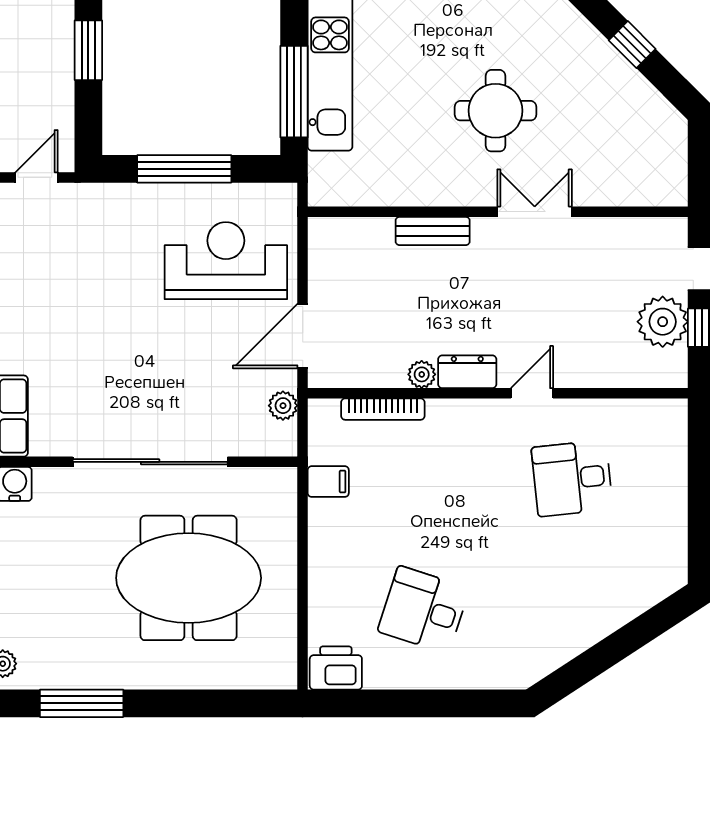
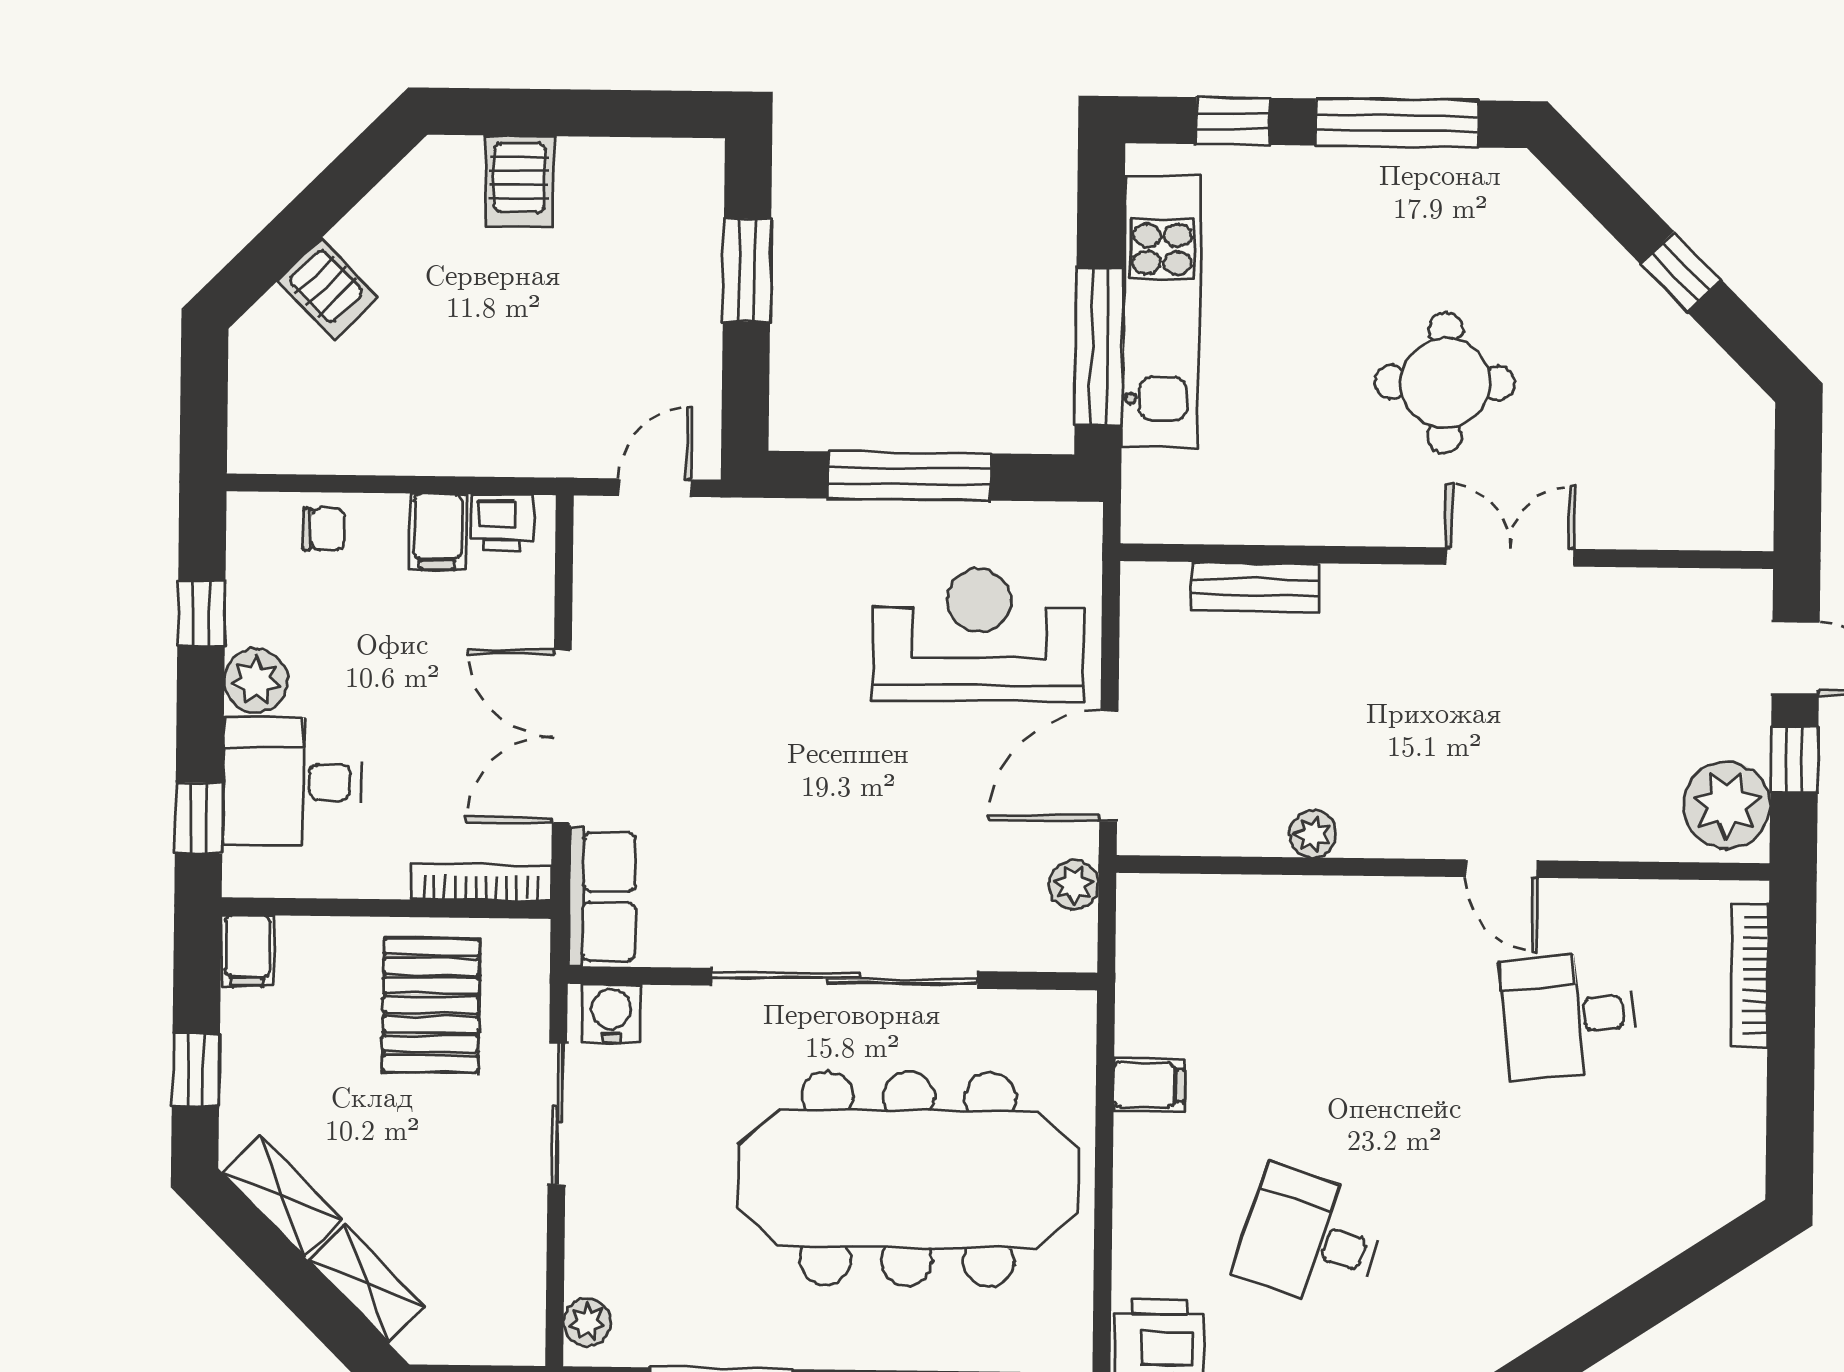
bench: (433, 231) -> (1255, 587), moved
plant: (663, 322) -> (1727, 805), moved
dresser: (467, 372) -> (1391, 830), removed
door: (532, 393) -> (1502, 869), swing flipped
bookcase: (383, 409) -> (1750, 975), moved, turned 90
filing cabinet: (328, 482) -> (1149, 1085), moved
meeting table: (189, 578) -> (908, 1179), width x1.36

